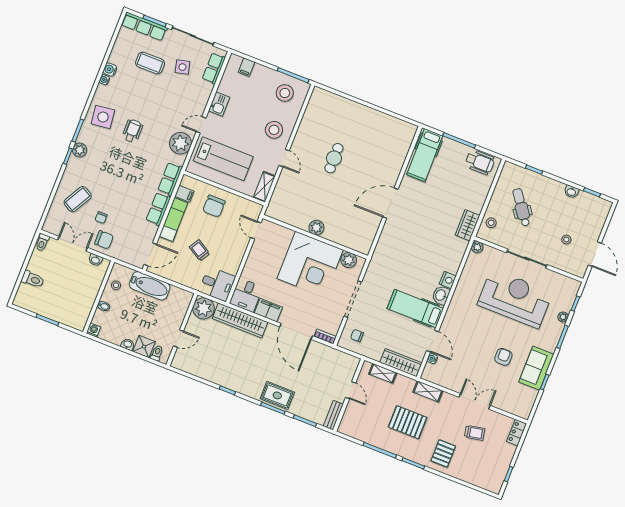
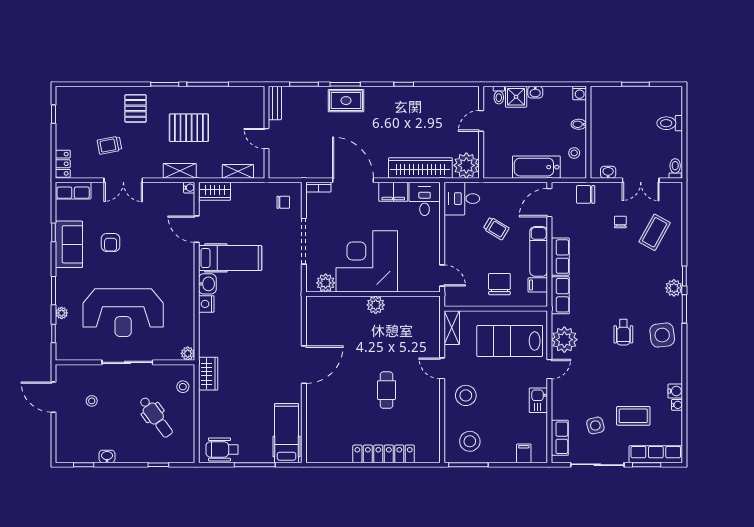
water cooler: (104, 80) -> (677, 405), moved
locker: (356, 109) -> (384, 454), added
chair: (104, 240) -> (586, 194), moved
water cooler: (432, 359) -> (189, 188), moved
wardrobe: (401, 363) -> (215, 191), width x0.67
row of seats: (517, 409) -> (73, 191), added

